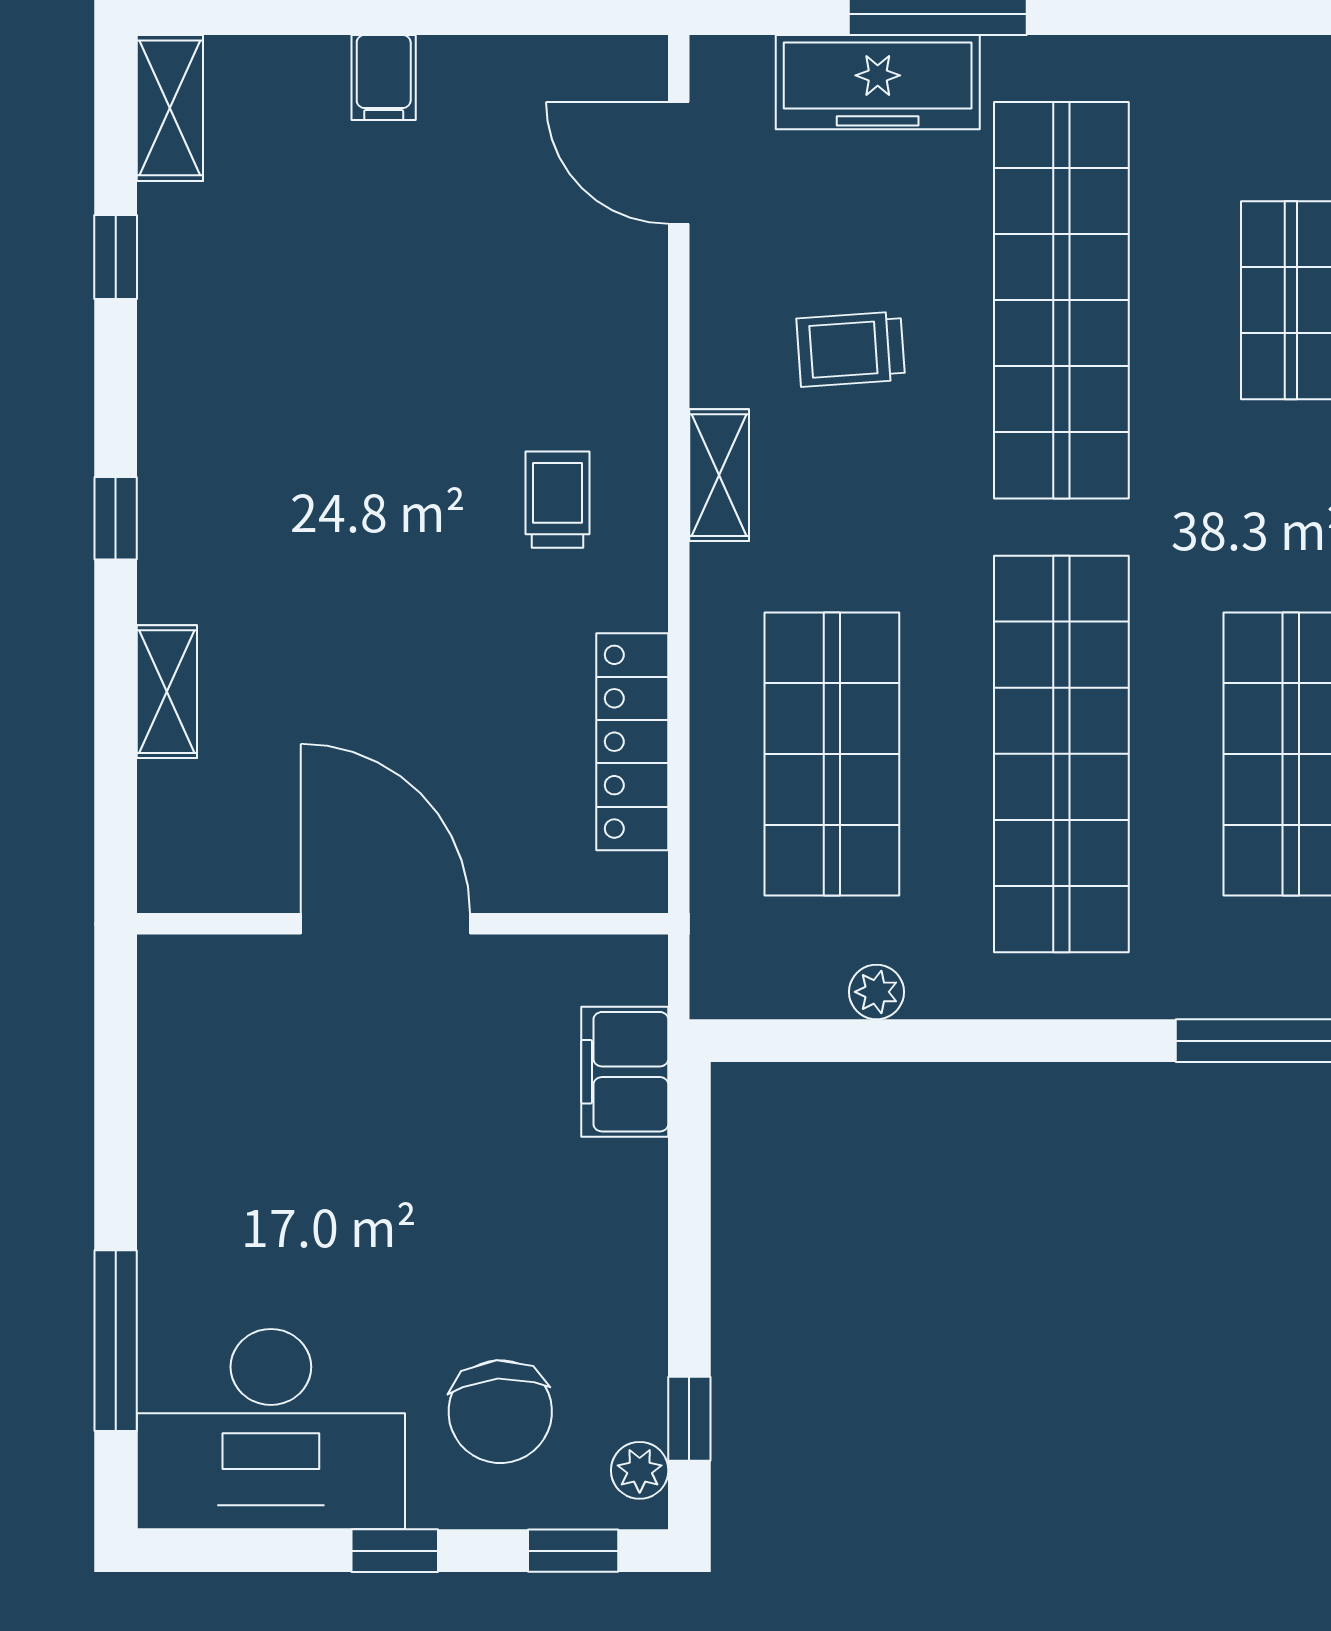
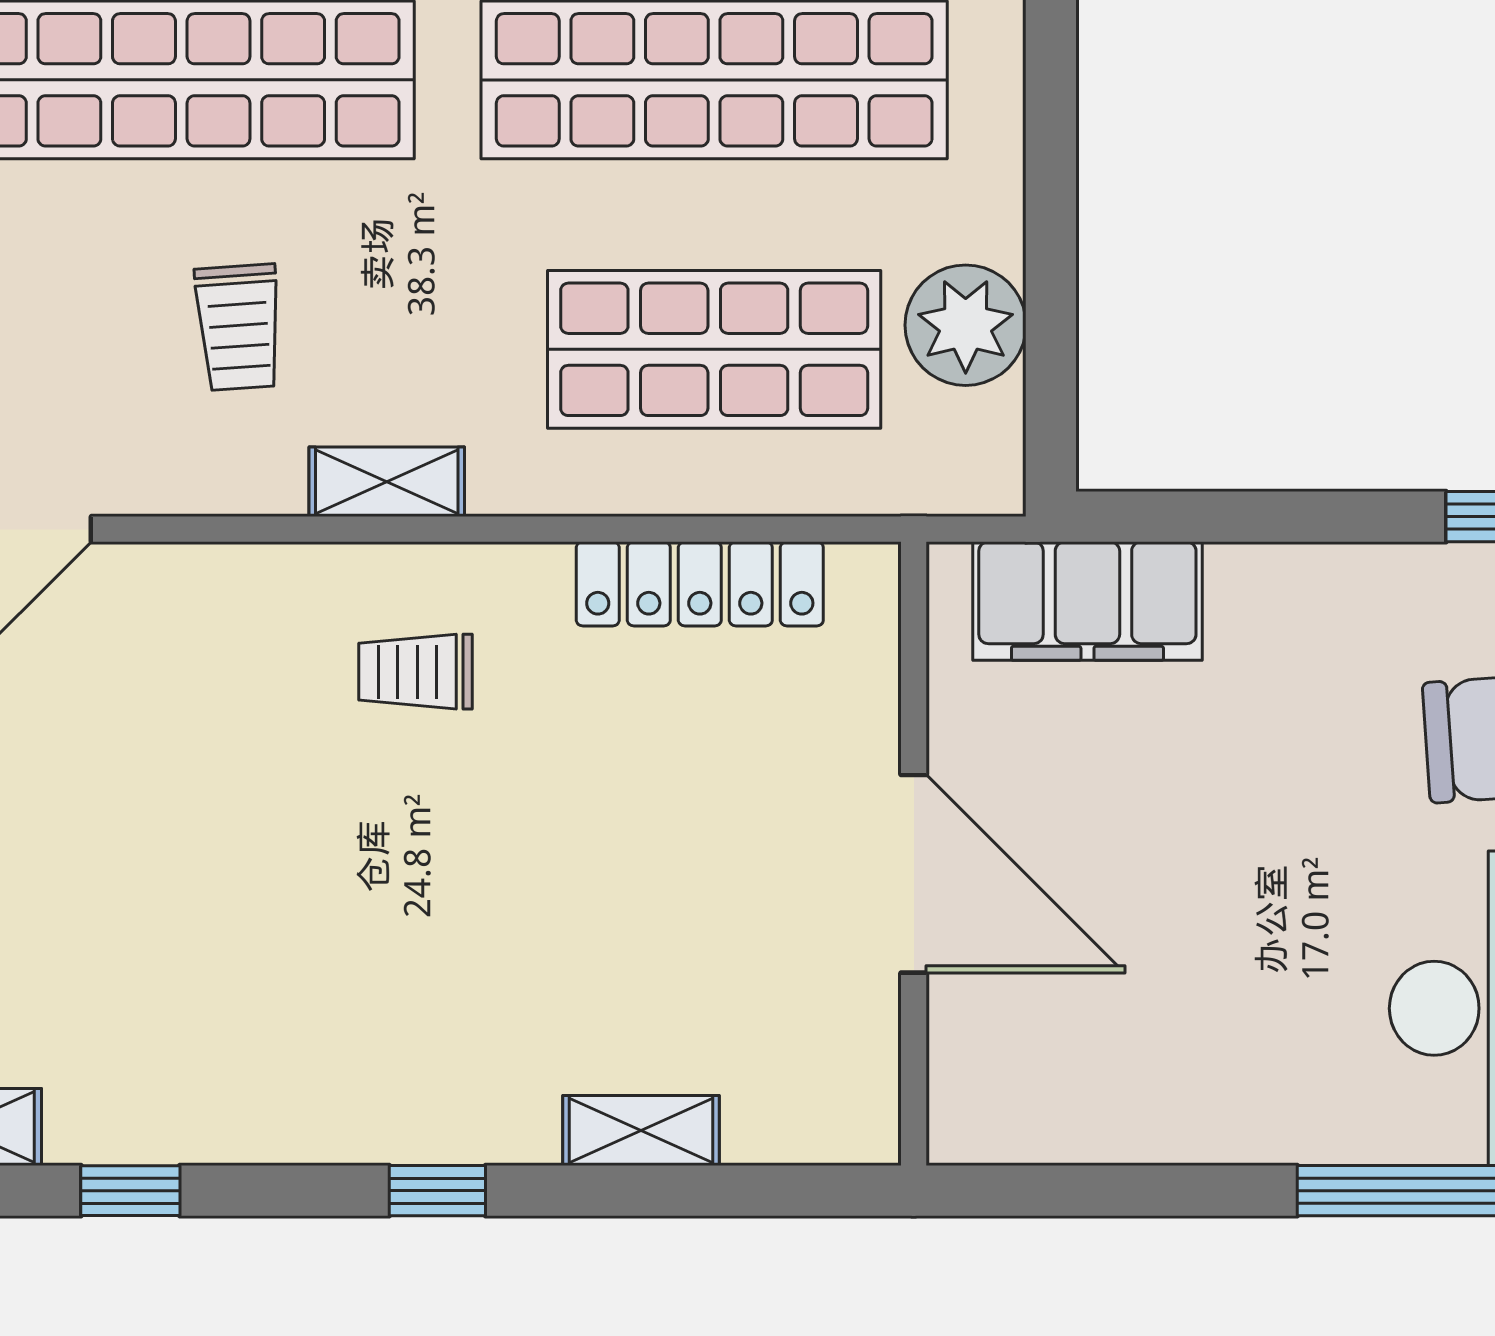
door: (385, 924) -> (914, 874), swing flipped
plant: (876, 992) -> (966, 325), width x1.87, depth x1.87
filing cabinet: (625, 1072) -> (1087, 601), width x1.50, depth x1.17

